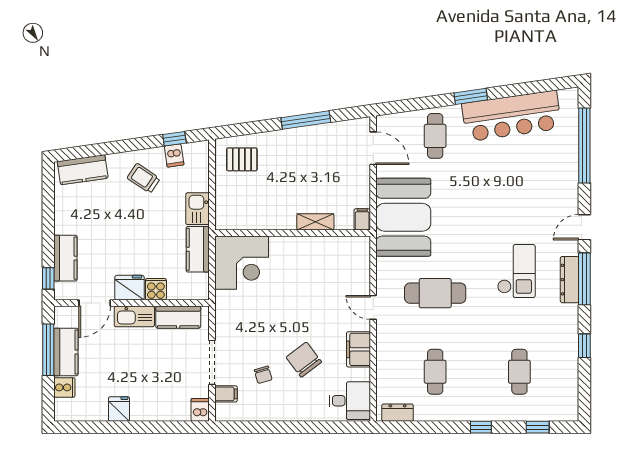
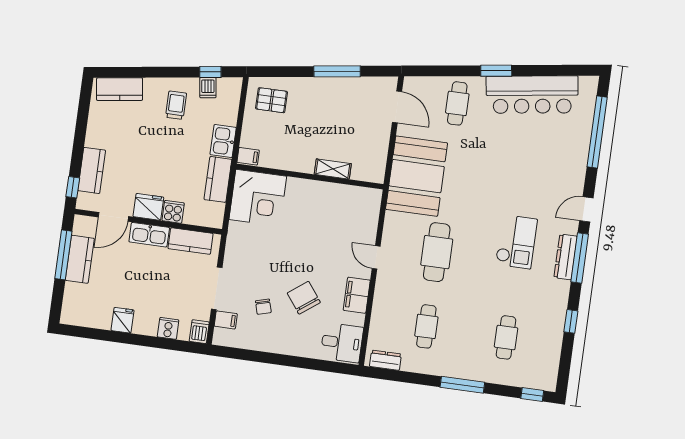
trolley: (144, 178) -> (176, 105), turned 56
filing cabinet: (362, 219) -> (248, 156), moved, turned 90
cafe table: (435, 293) -> (437, 252), turned 90
cooker: (64, 387) -> (168, 328), moved, turned -90
window: (481, 427) -> (462, 385), width x2.17
window: (538, 427) -> (532, 395), moved

